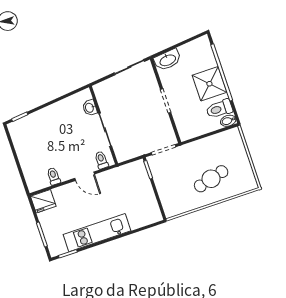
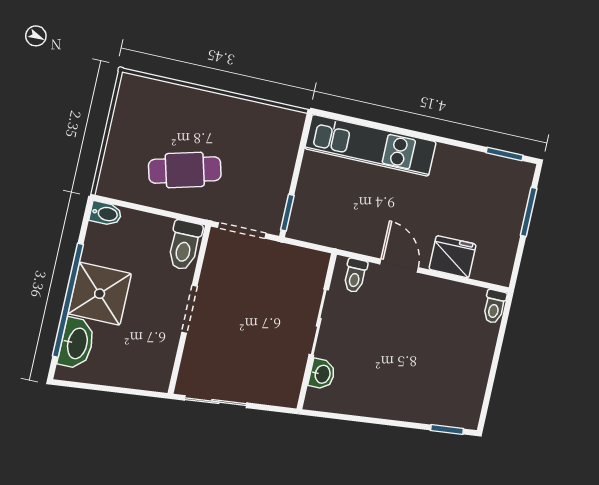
washbasin: (168, 60) -> (77, 343), moved, turned 96
toilet: (219, 109) -> (184, 245), moved, turned 90
toilet: (54, 176) -> (494, 307), moved
cafe table: (211, 179) -> (185, 170), moved
fridge: (43, 201) -> (453, 257), moved
kitchen unit: (97, 233) -> (370, 145), moved

